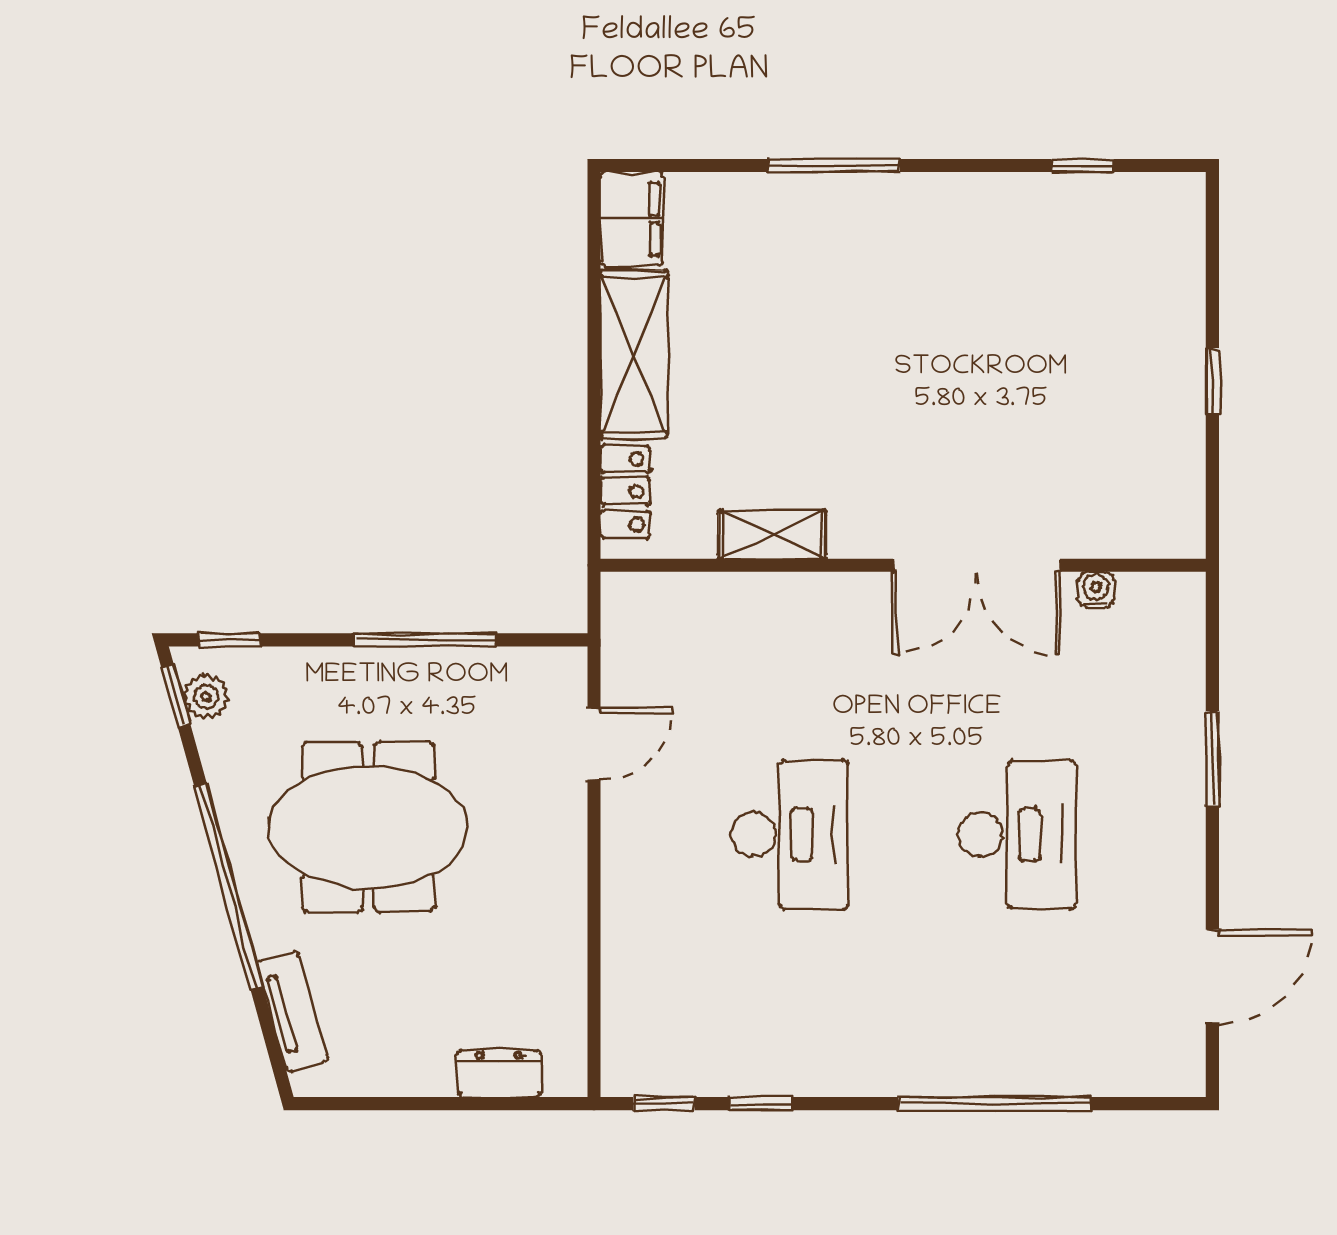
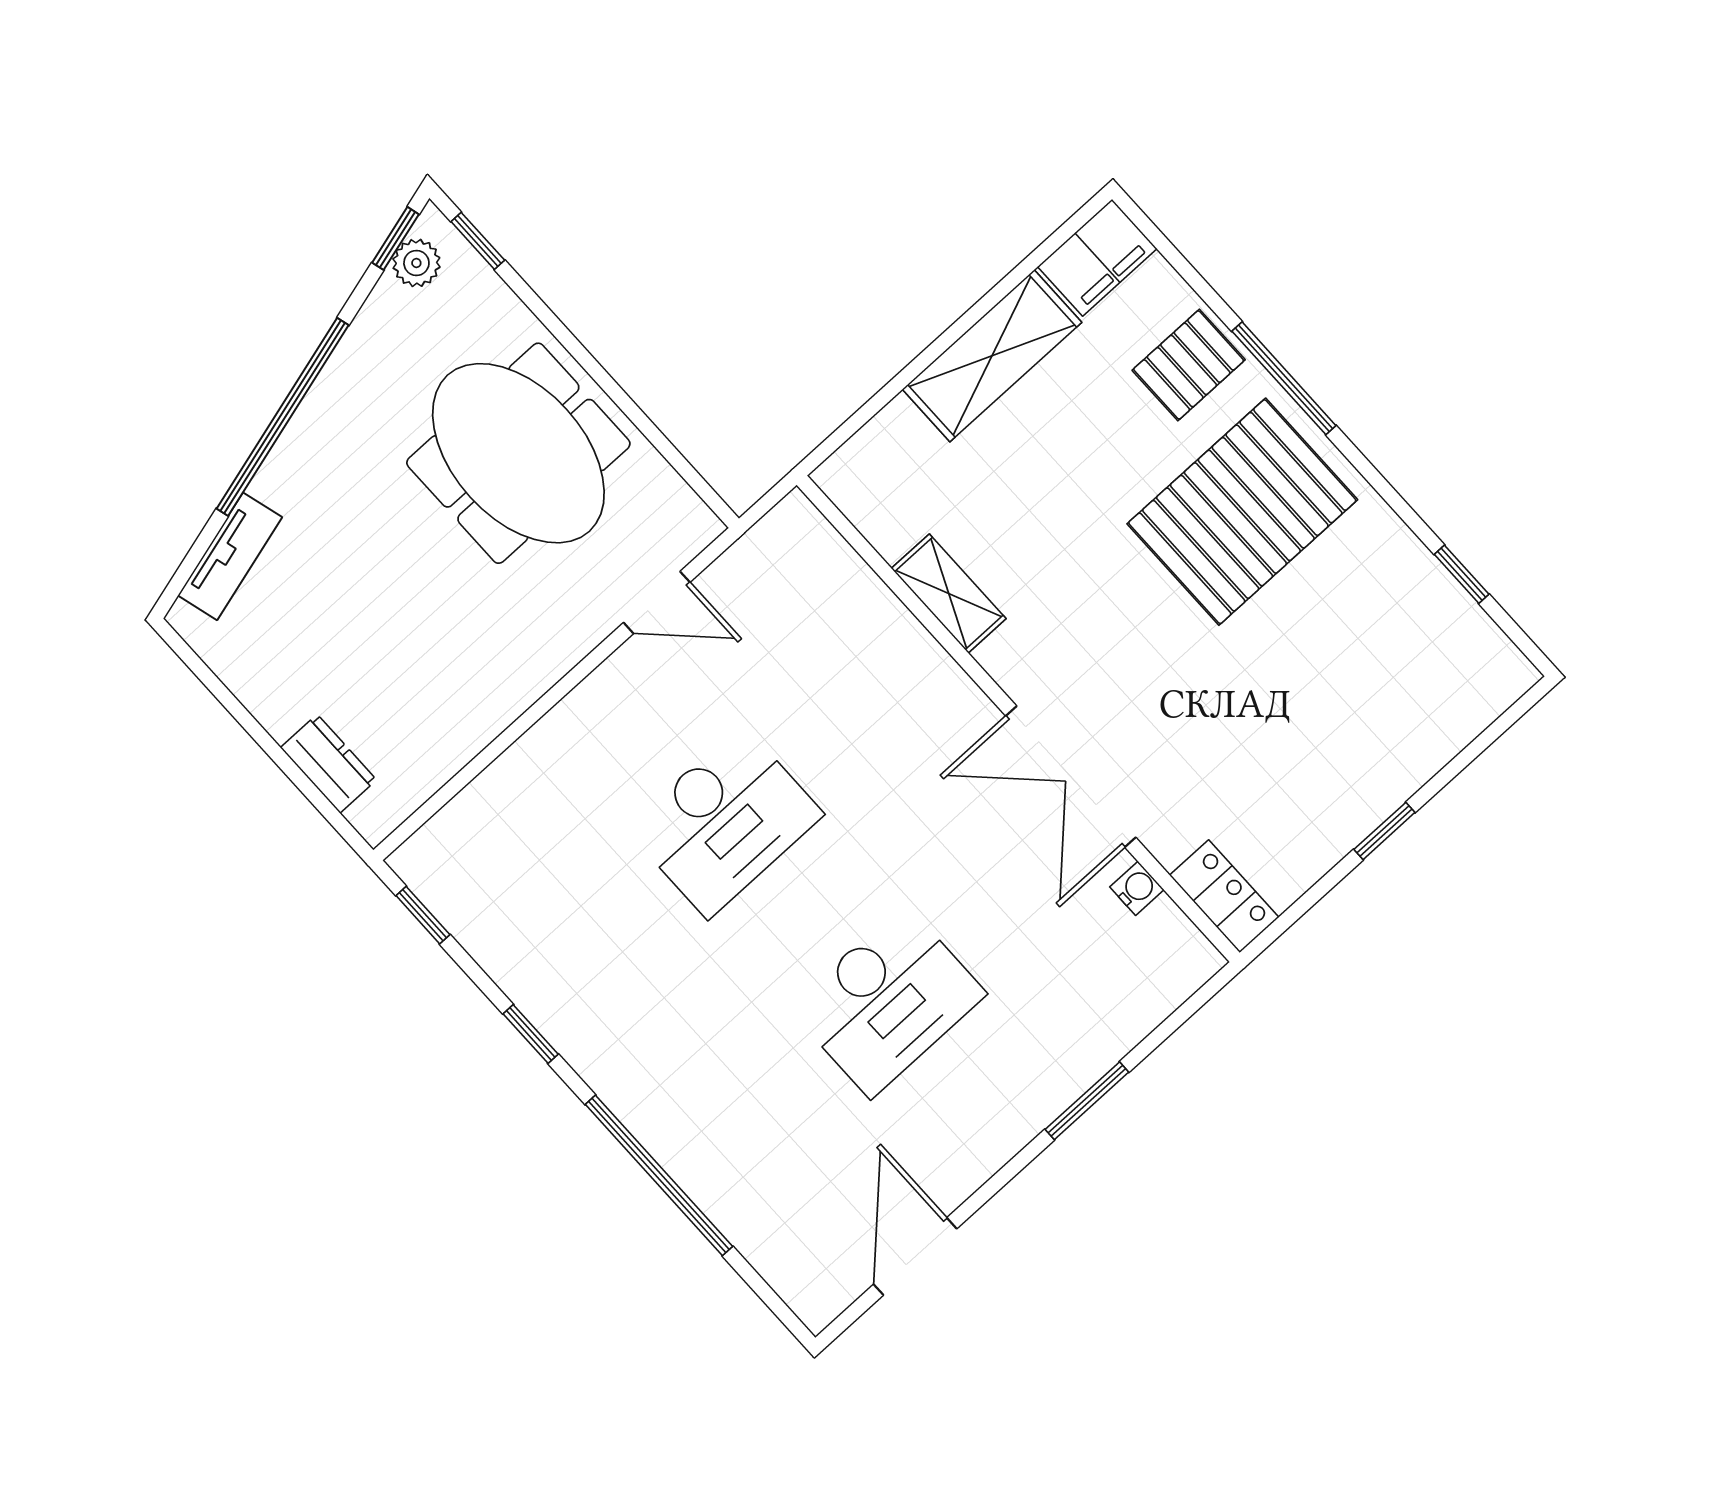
pallet: (764, 223) -> (1189, 365), added
pallet: (900, 279) -> (1242, 512), added
locker: (625, 492) -> (1224, 896), moved, turned -90
window: (424, 640) -> (617, 395), removed
meeting table: (368, 827) -> (518, 453), moved
door: (1212, 976) -> (915, 1256), swing flipped
window: (761, 1104) -> (531, 1034), moved

